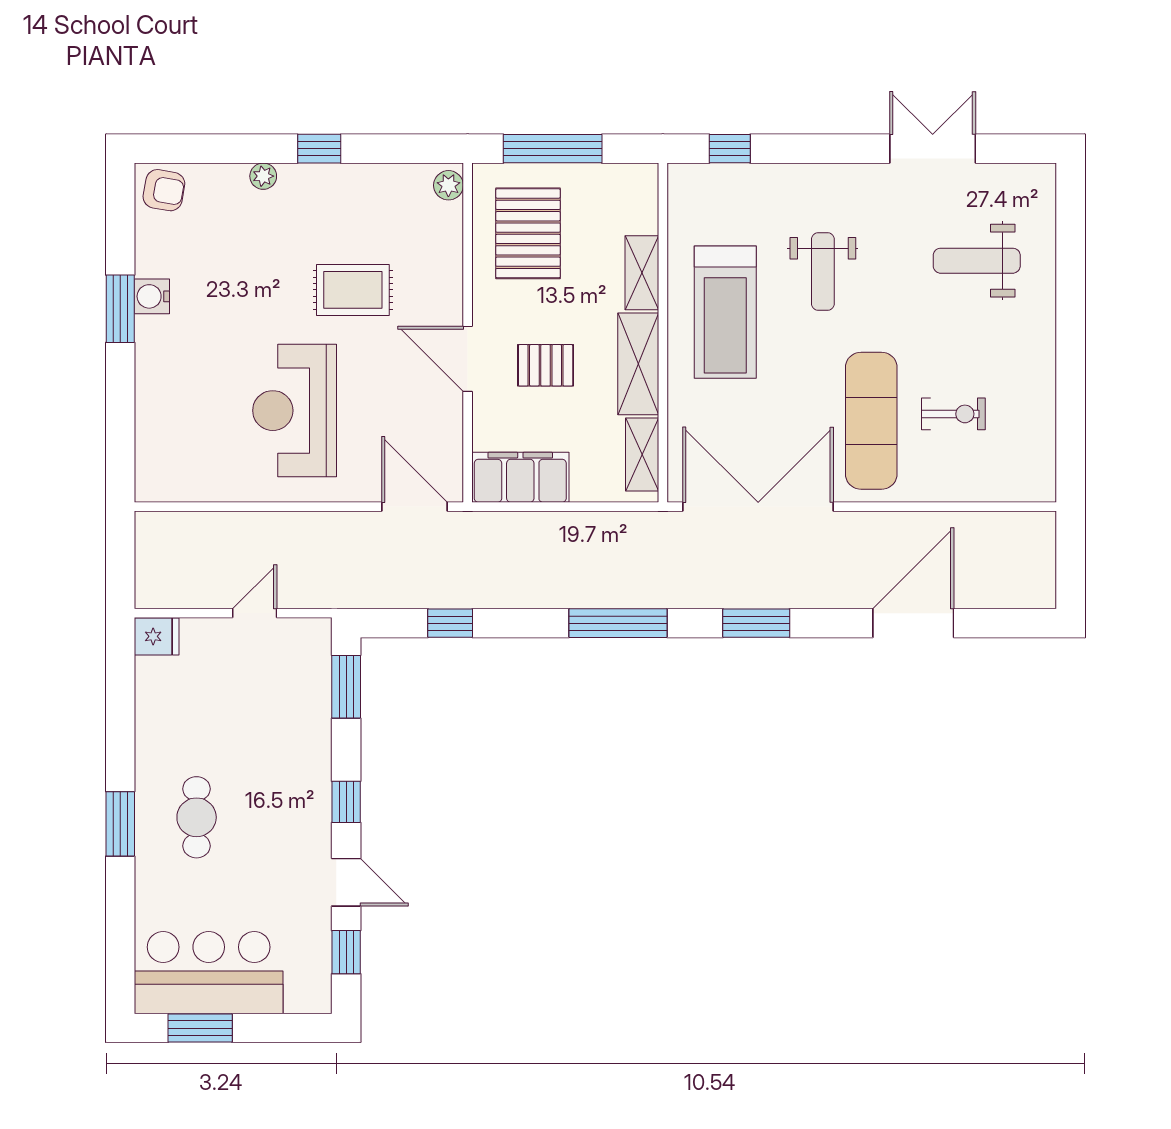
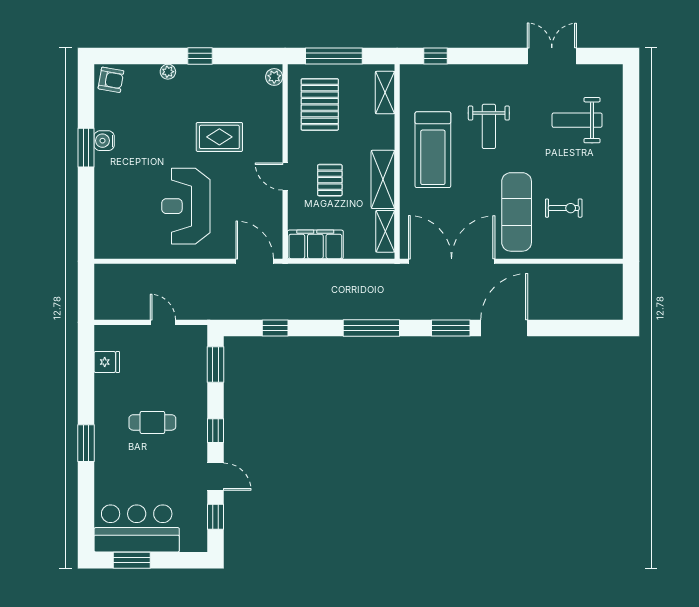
shelving: (642, 273) -> (385, 93), moved
door: (468, 359) -> (285, 177), width x0.73
pallet: (546, 365) -> (330, 180), turned 90
door: (255, 613) -> (163, 322), hinge flipped
door: (913, 623) -> (504, 328), moved
fridge: (157, 636) -> (107, 362), moved
cafe table: (197, 817) -> (152, 422), moved, turned 90

